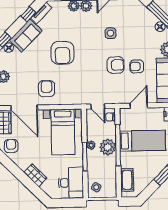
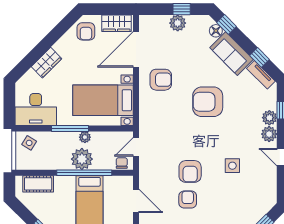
armchair: (11, 146) -> (86, 31), turned 90

